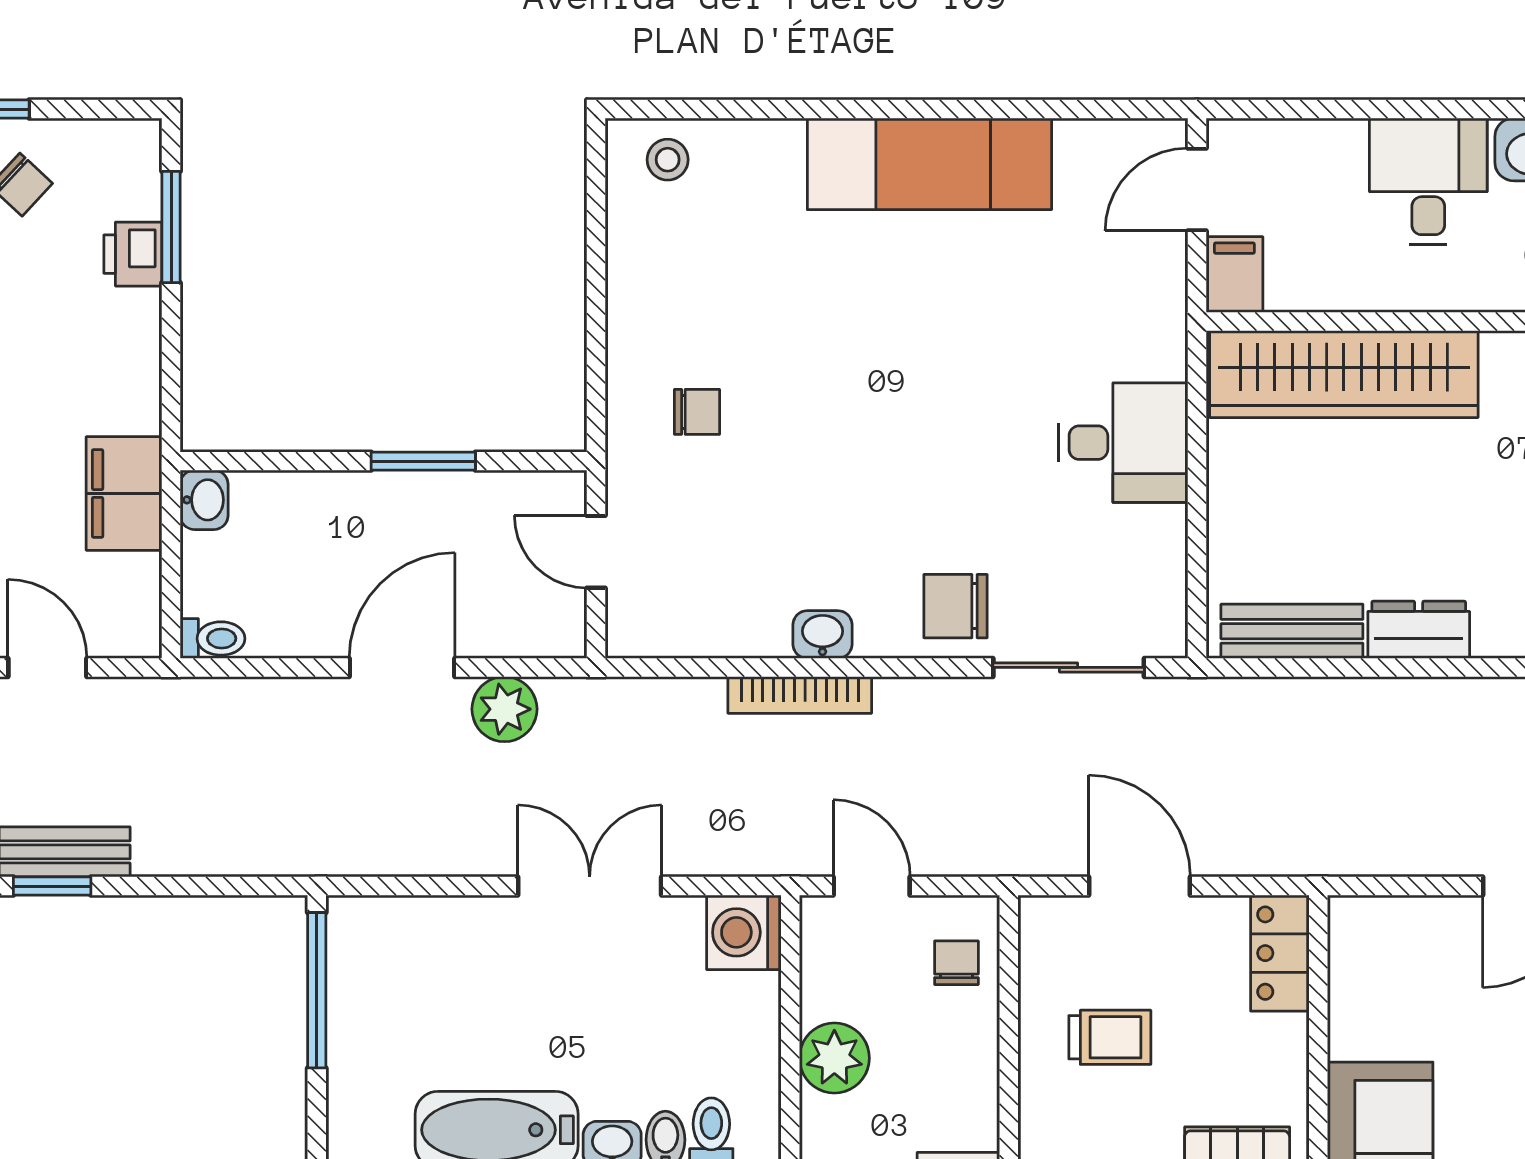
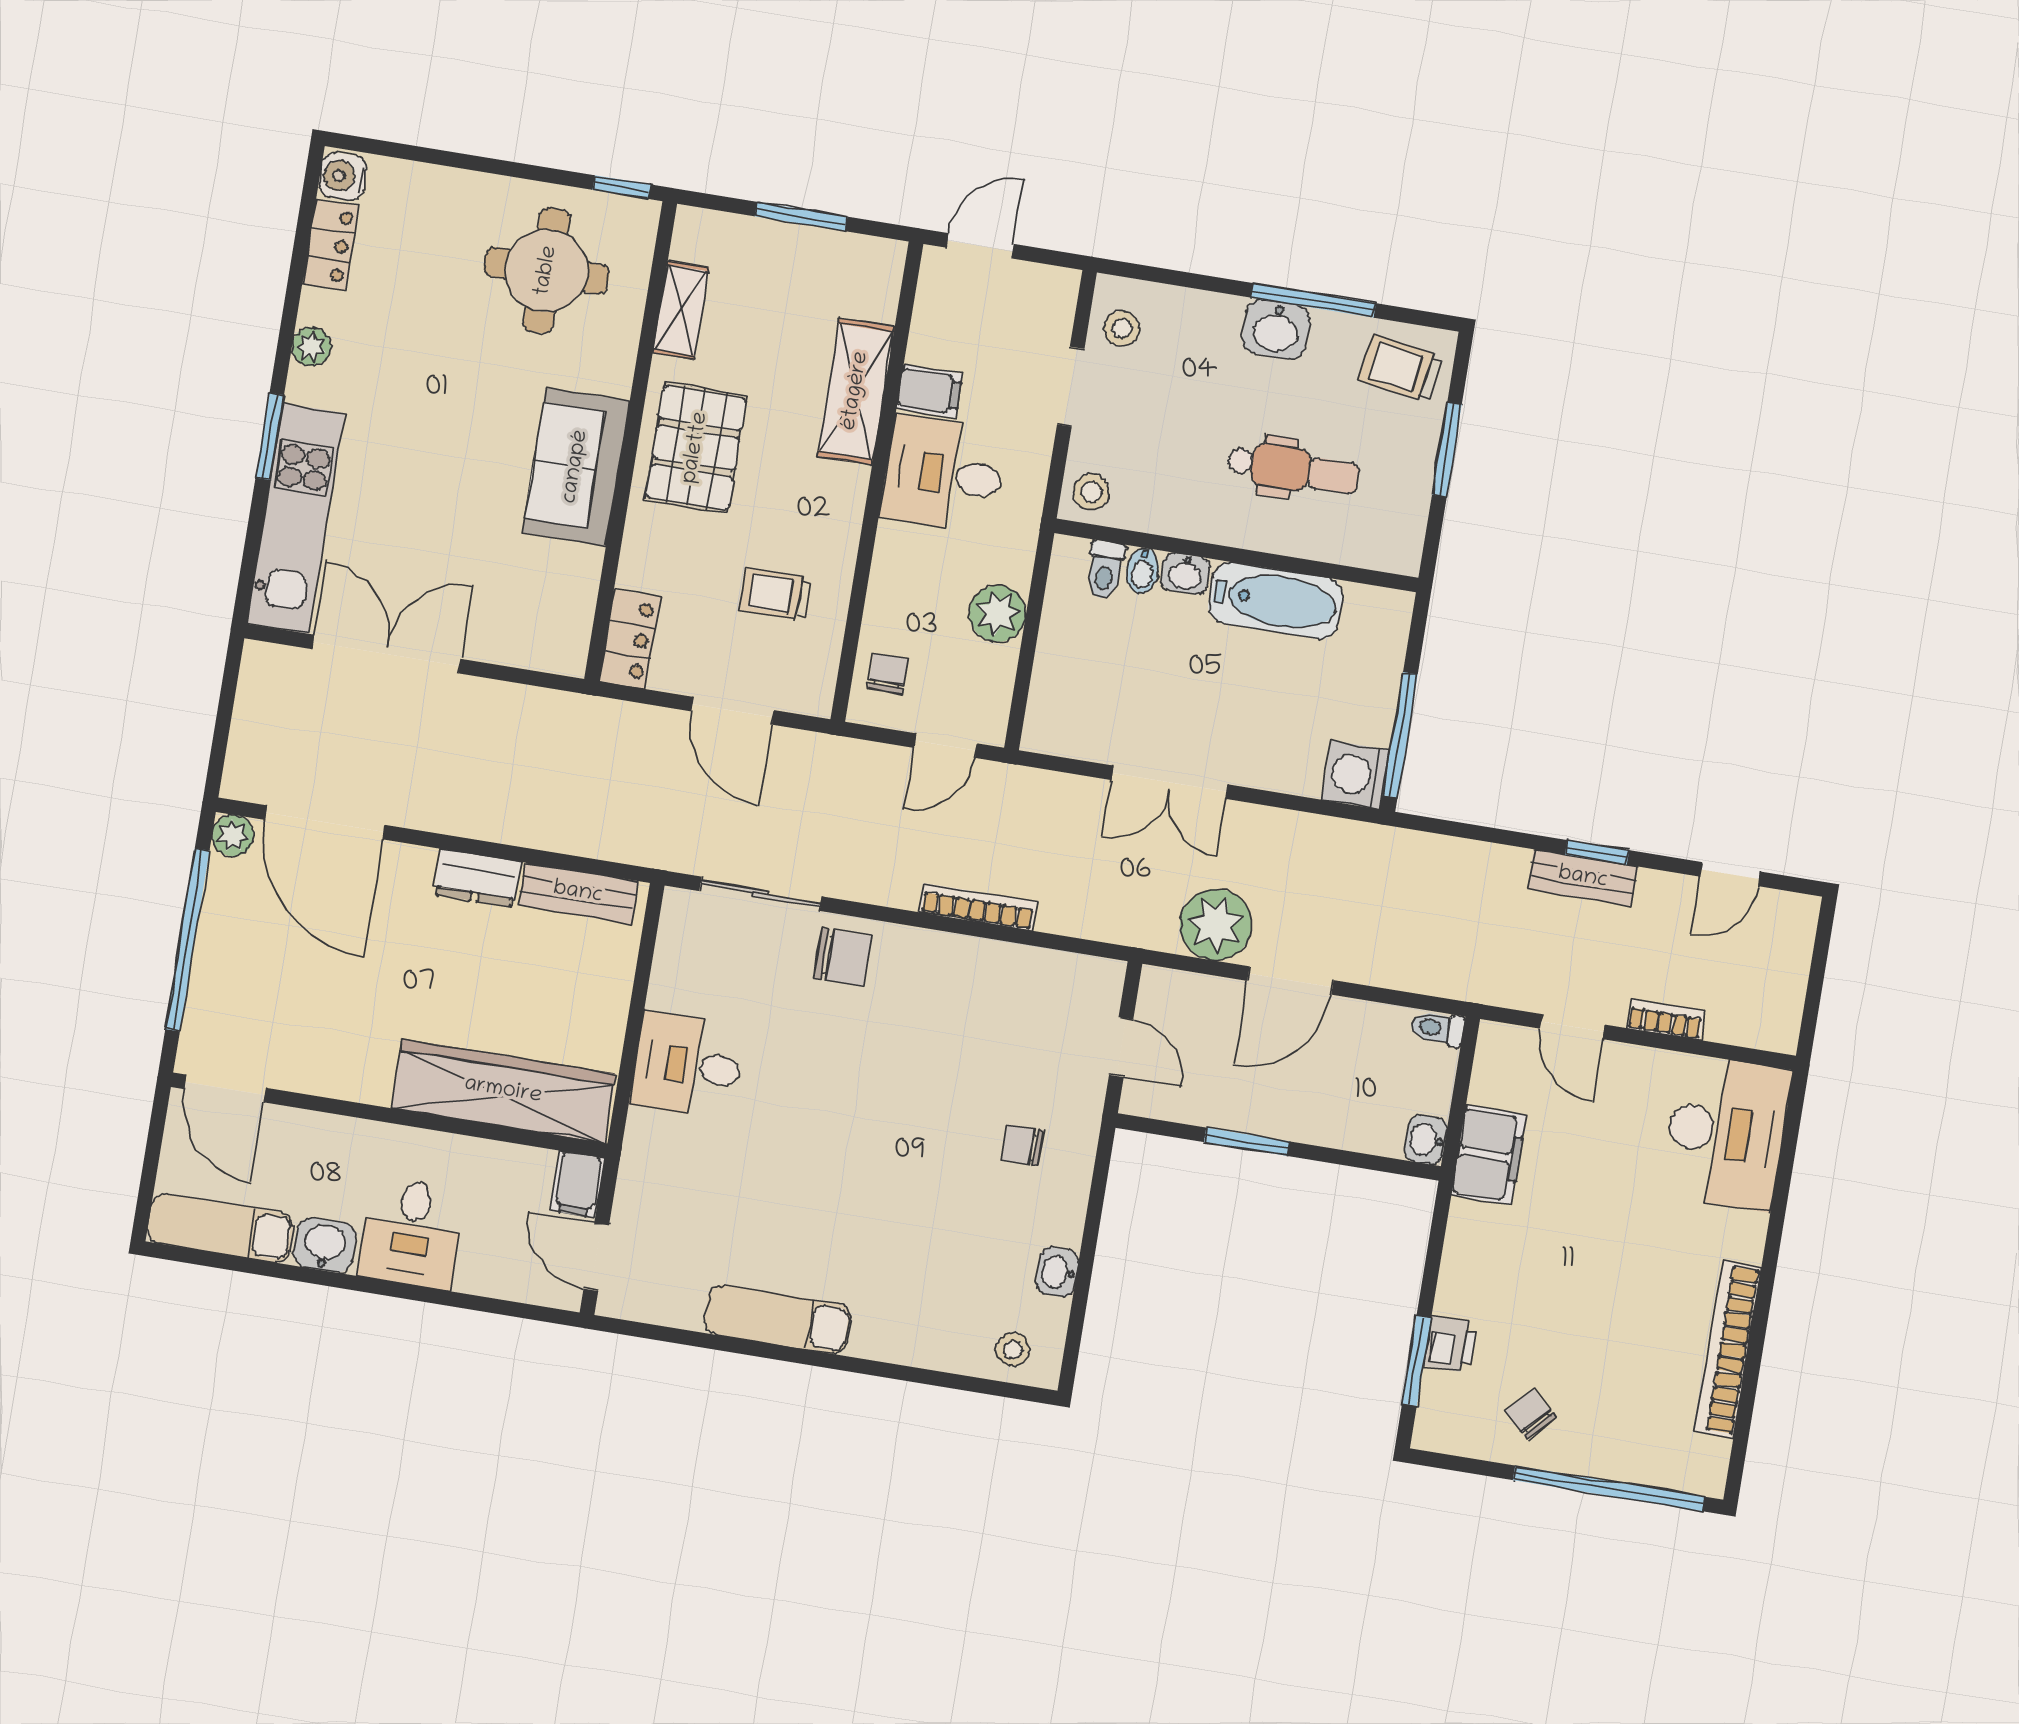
exam couch: (930, 164) -> (778, 1319), width x0.73, depth x0.69
door: (1197, 189) -> (596, 1257), swing flipped
washbasin: (822, 635) -> (1057, 1272), moved, turned 90
plant: (504, 709) -> (1216, 925), width x1.36, depth x1.36
door: (872, 886) -> (946, 746), hinge flipped
washing machine: (744, 932) -> (1356, 775), moved, turned 180
chair: (956, 963) -> (888, 674), turned 180

